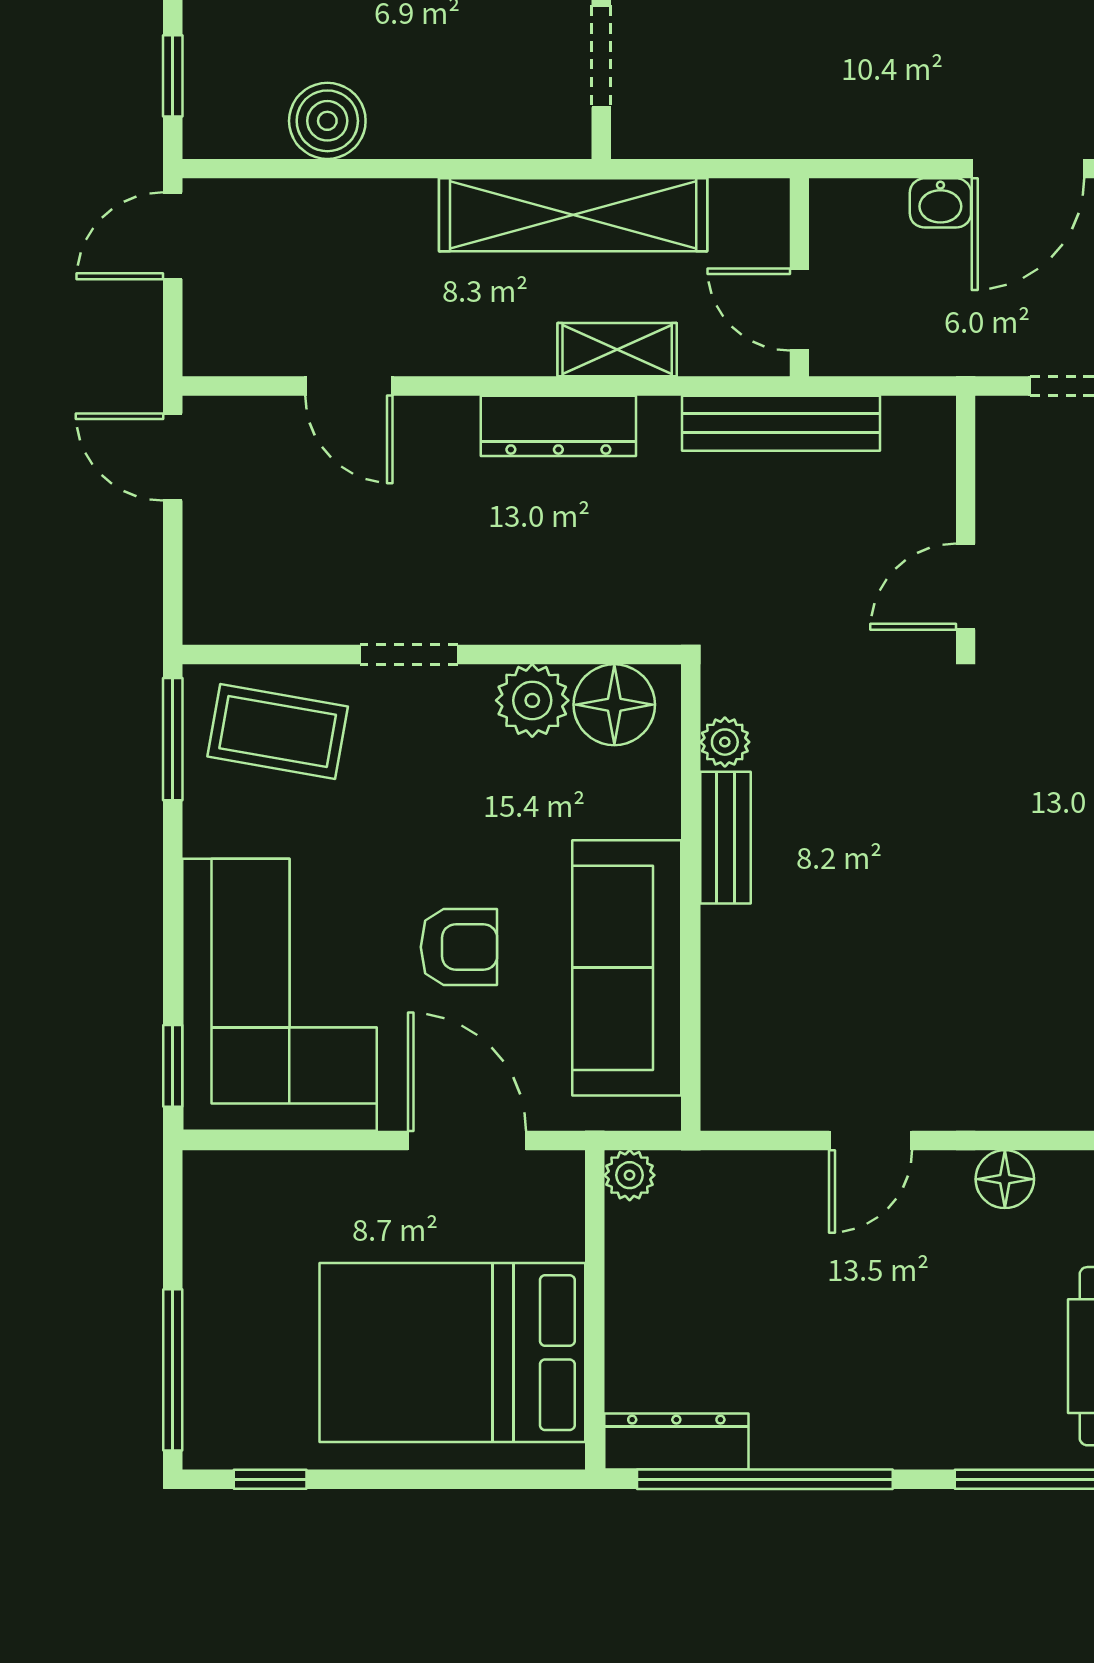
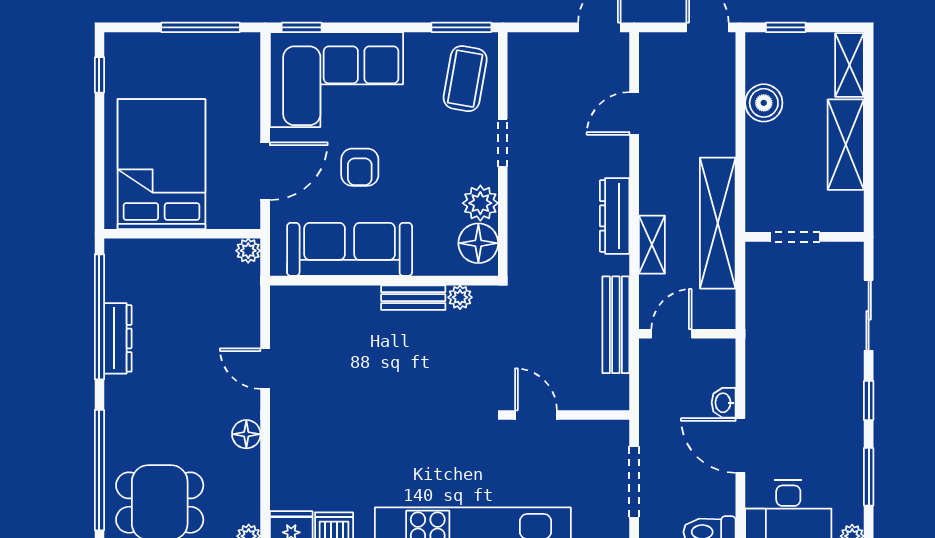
window: (173, 1370) -> (201, 27), moved
dresser: (676, 1442) -> (118, 338), moved

